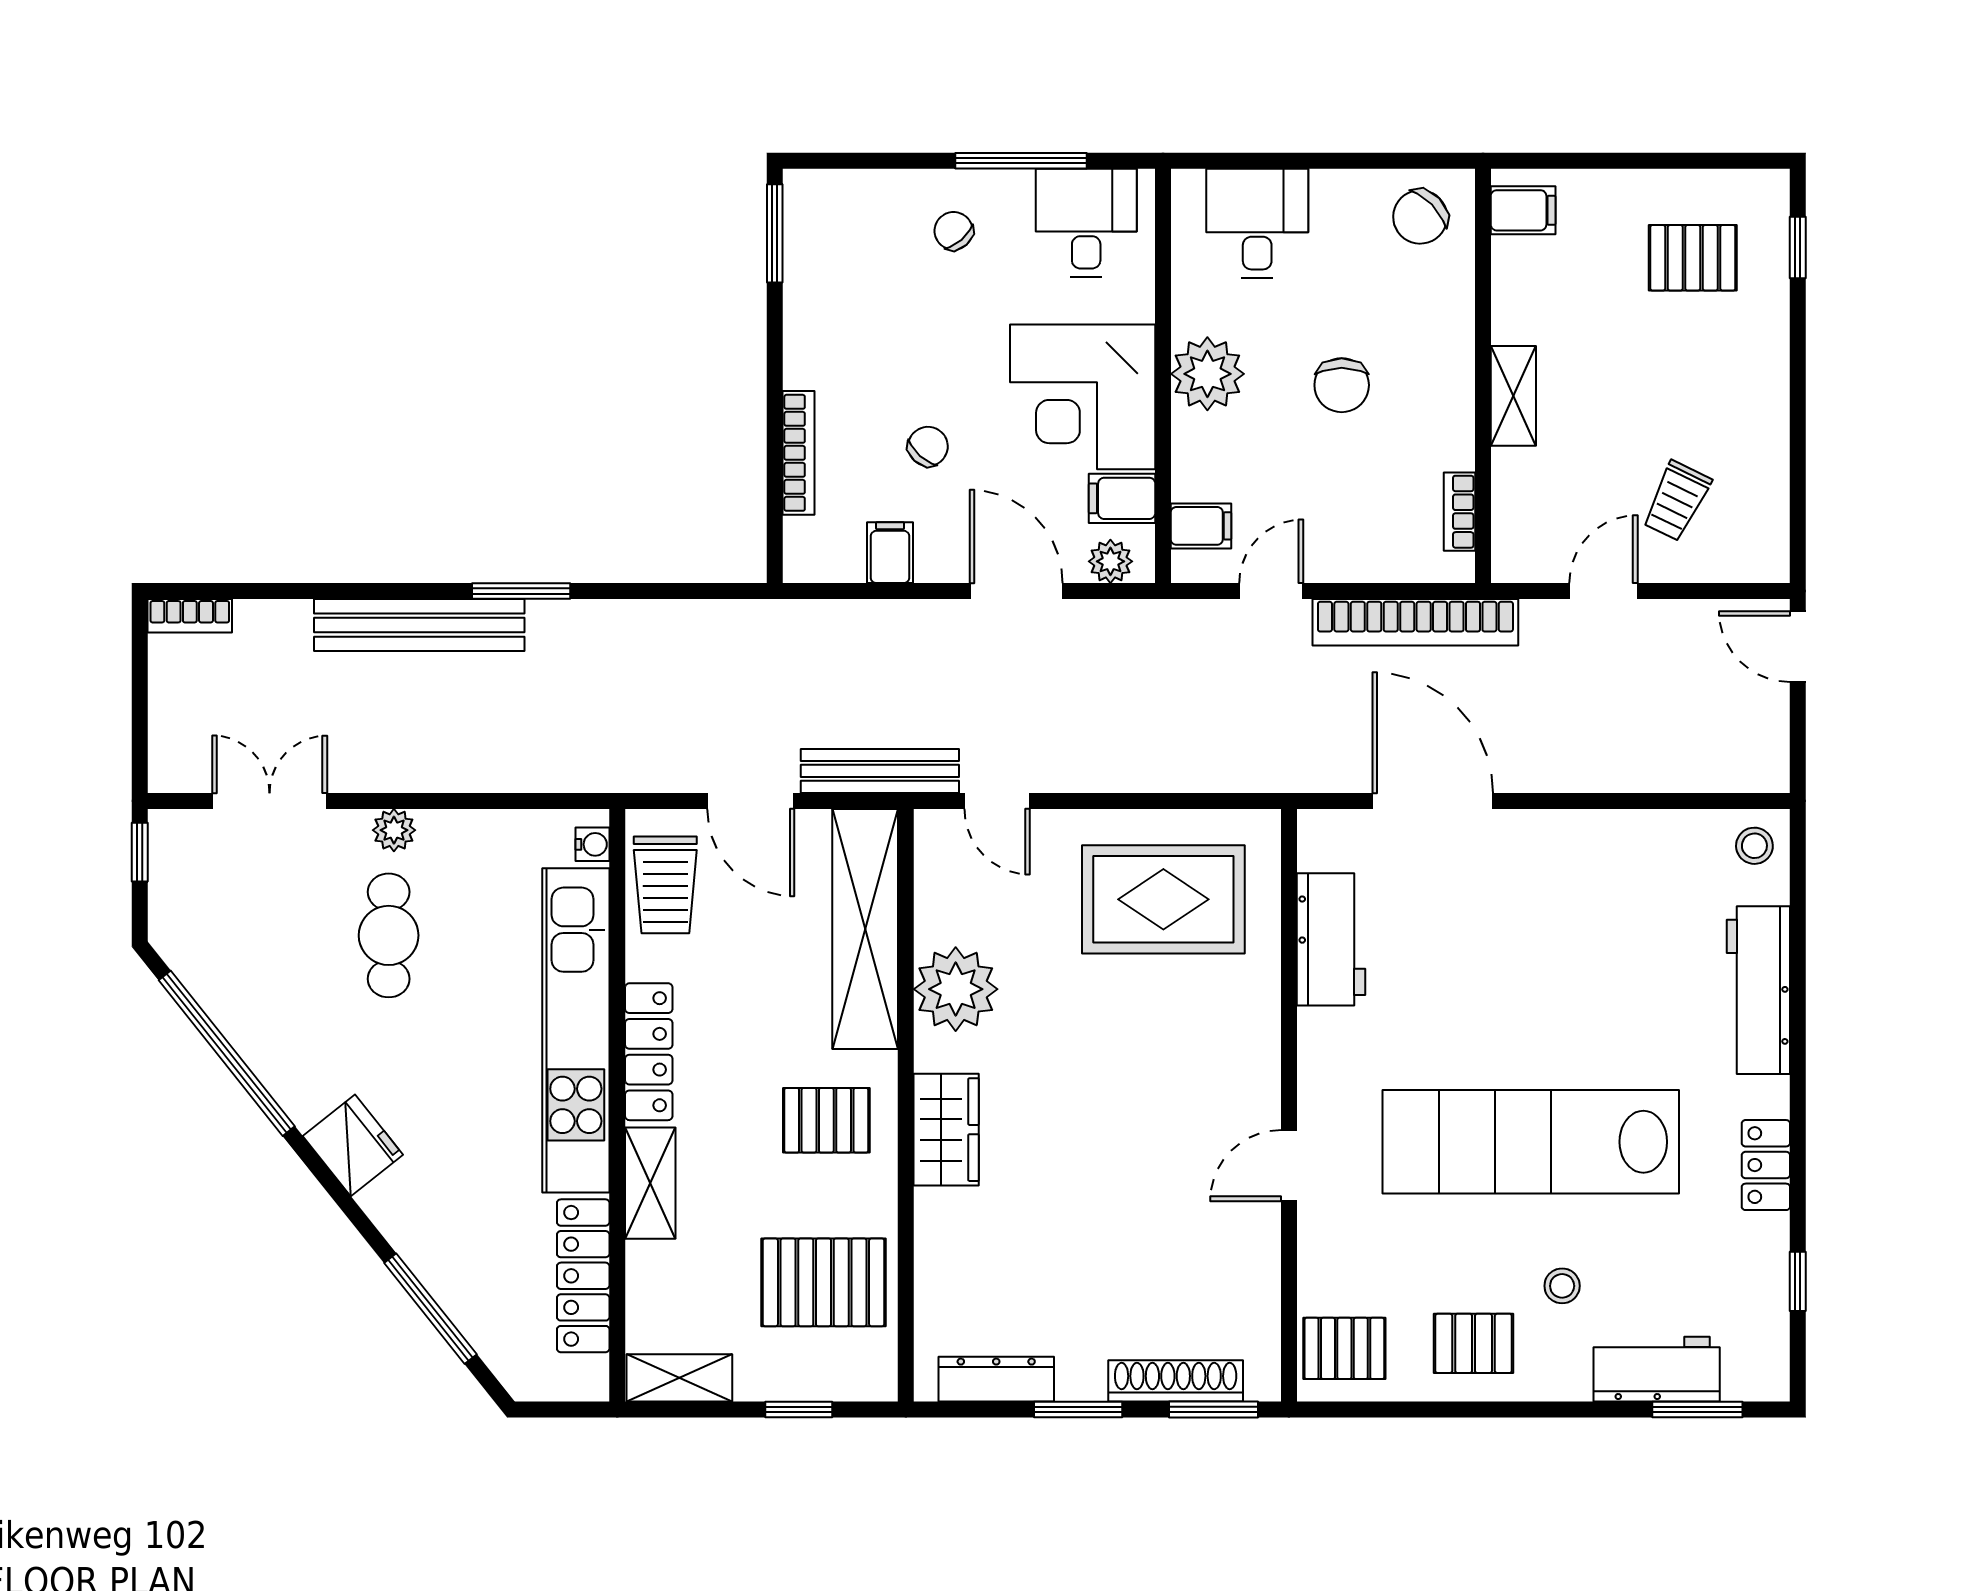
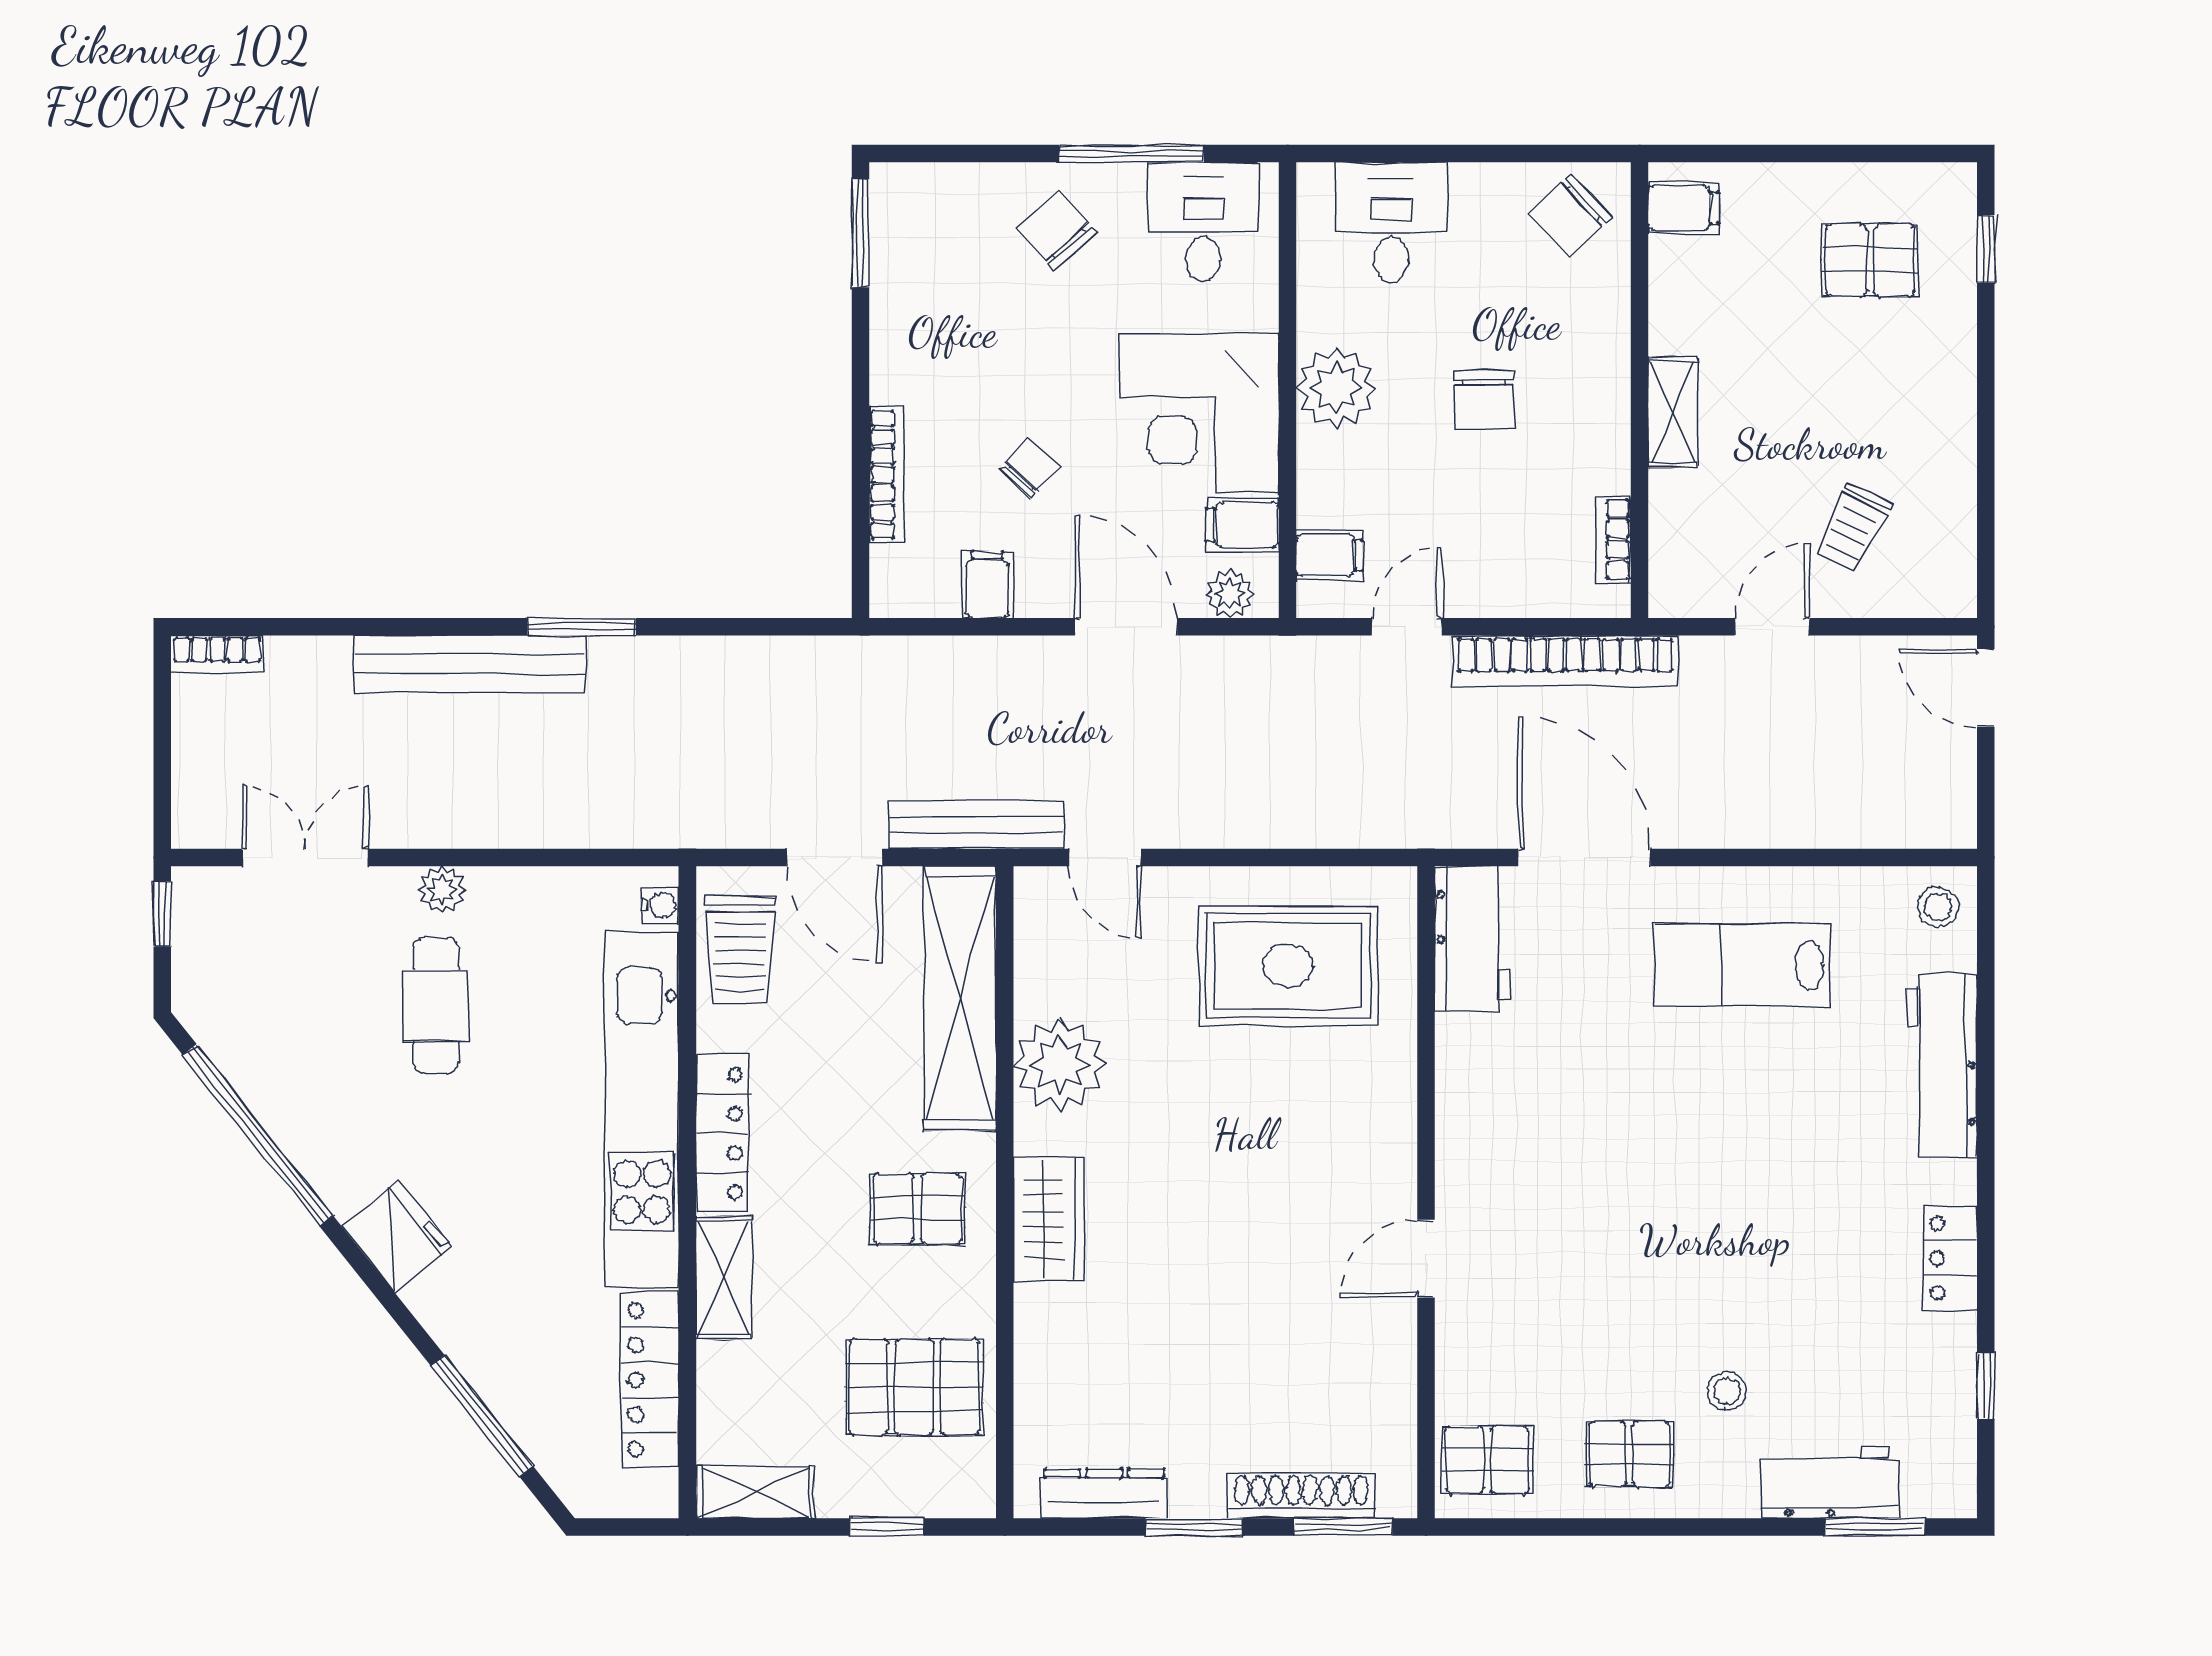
chair: (954, 231) -> (1057, 231), width x1.37, depth x1.37
workbench: (1331, 939) -> (1472, 939), moved
lab bench: (1531, 1142) -> (1743, 965), moved, width x0.54, depth x0.72

